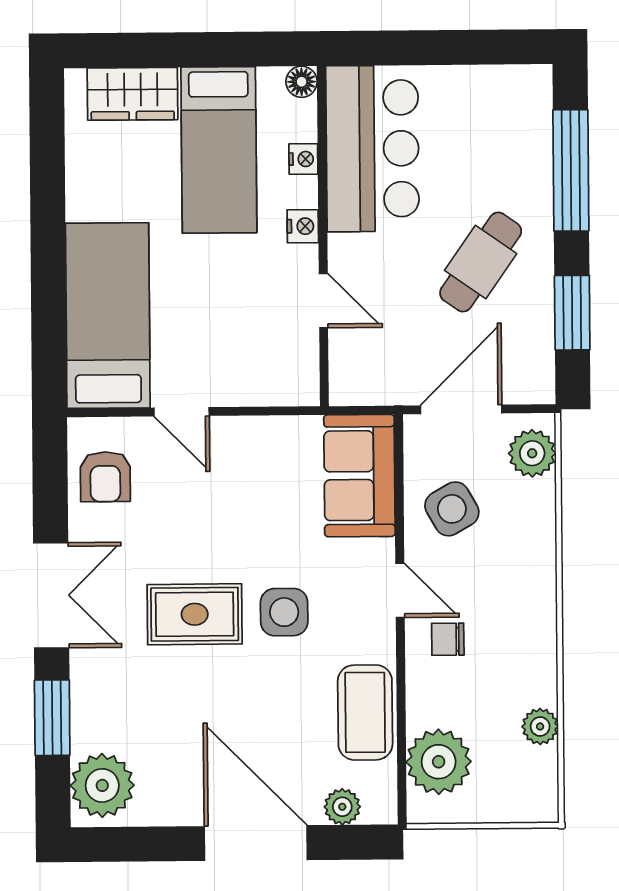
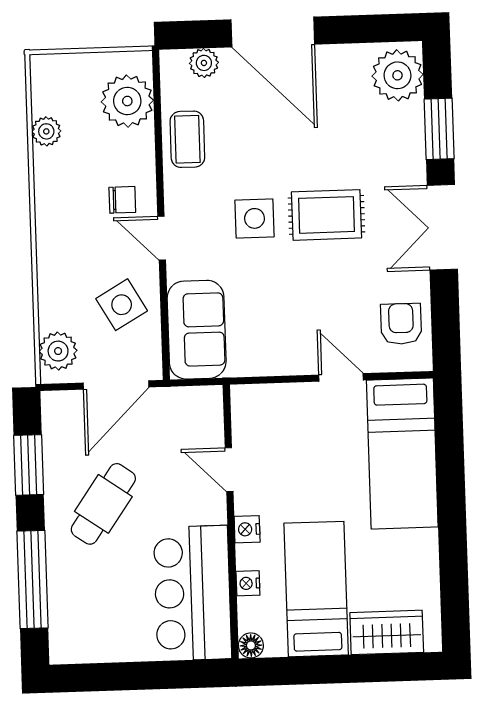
coffee table: (365, 712) -> (187, 139), width x0.73, depth x0.77

